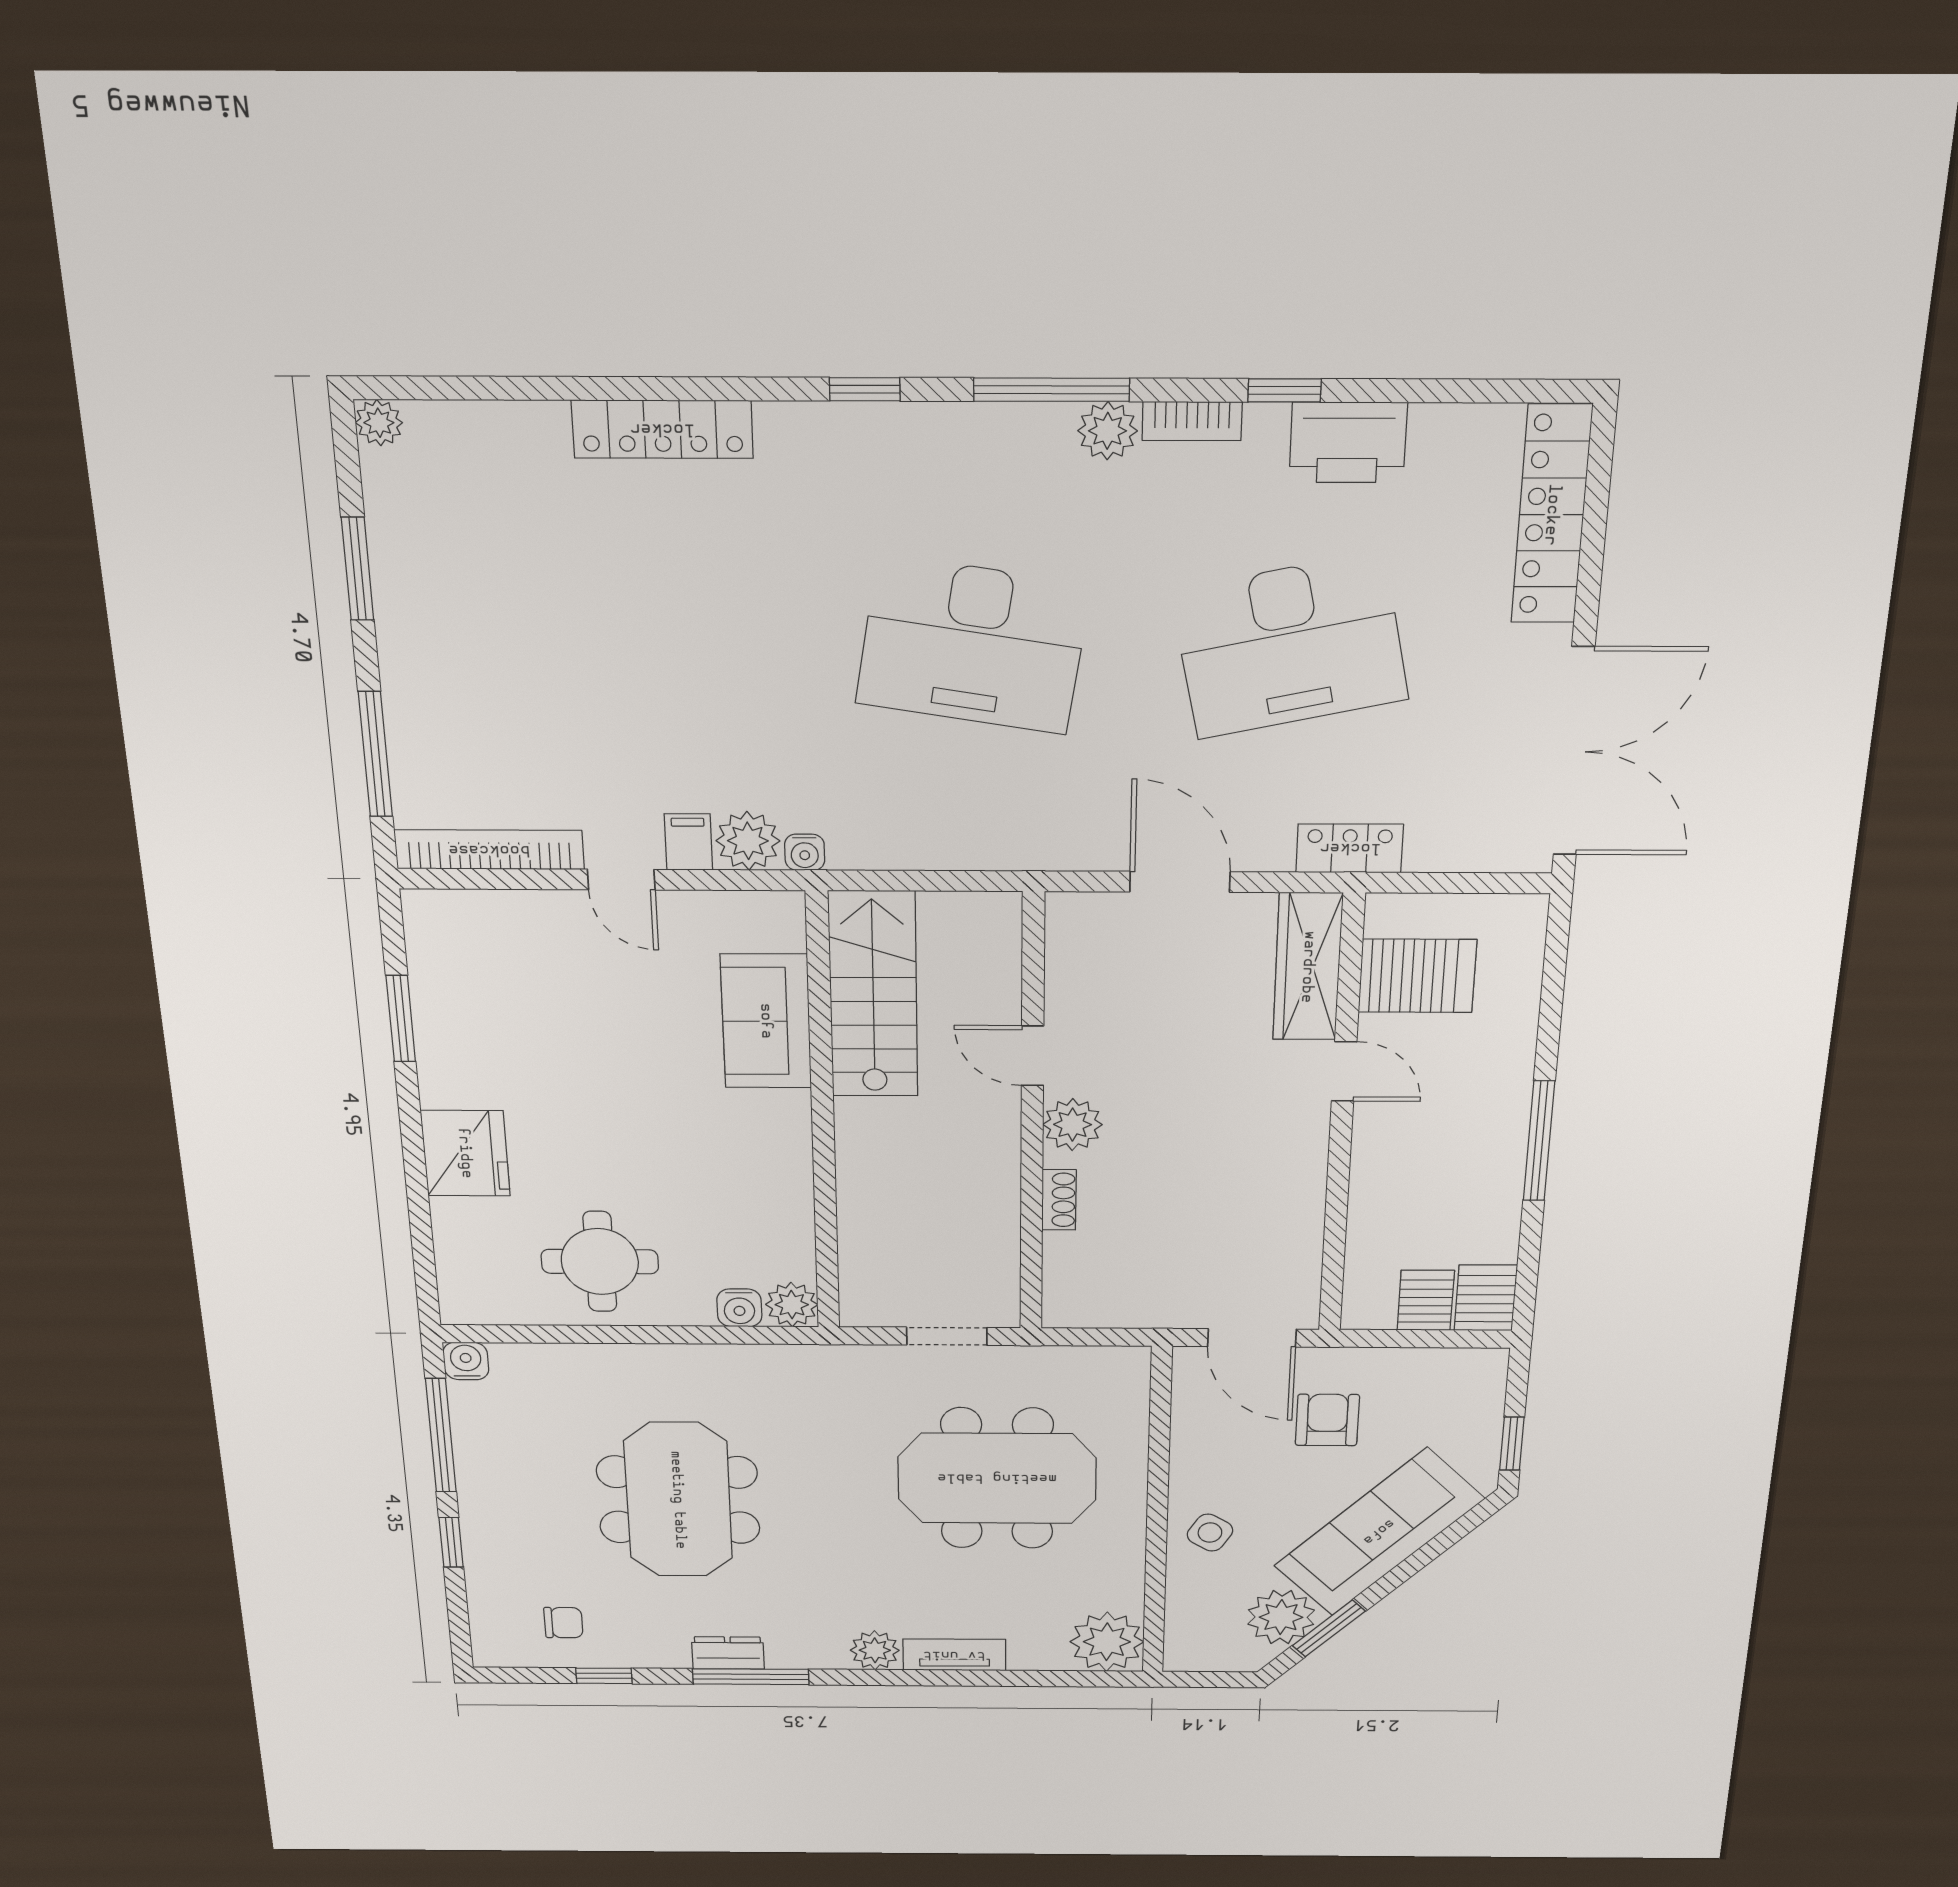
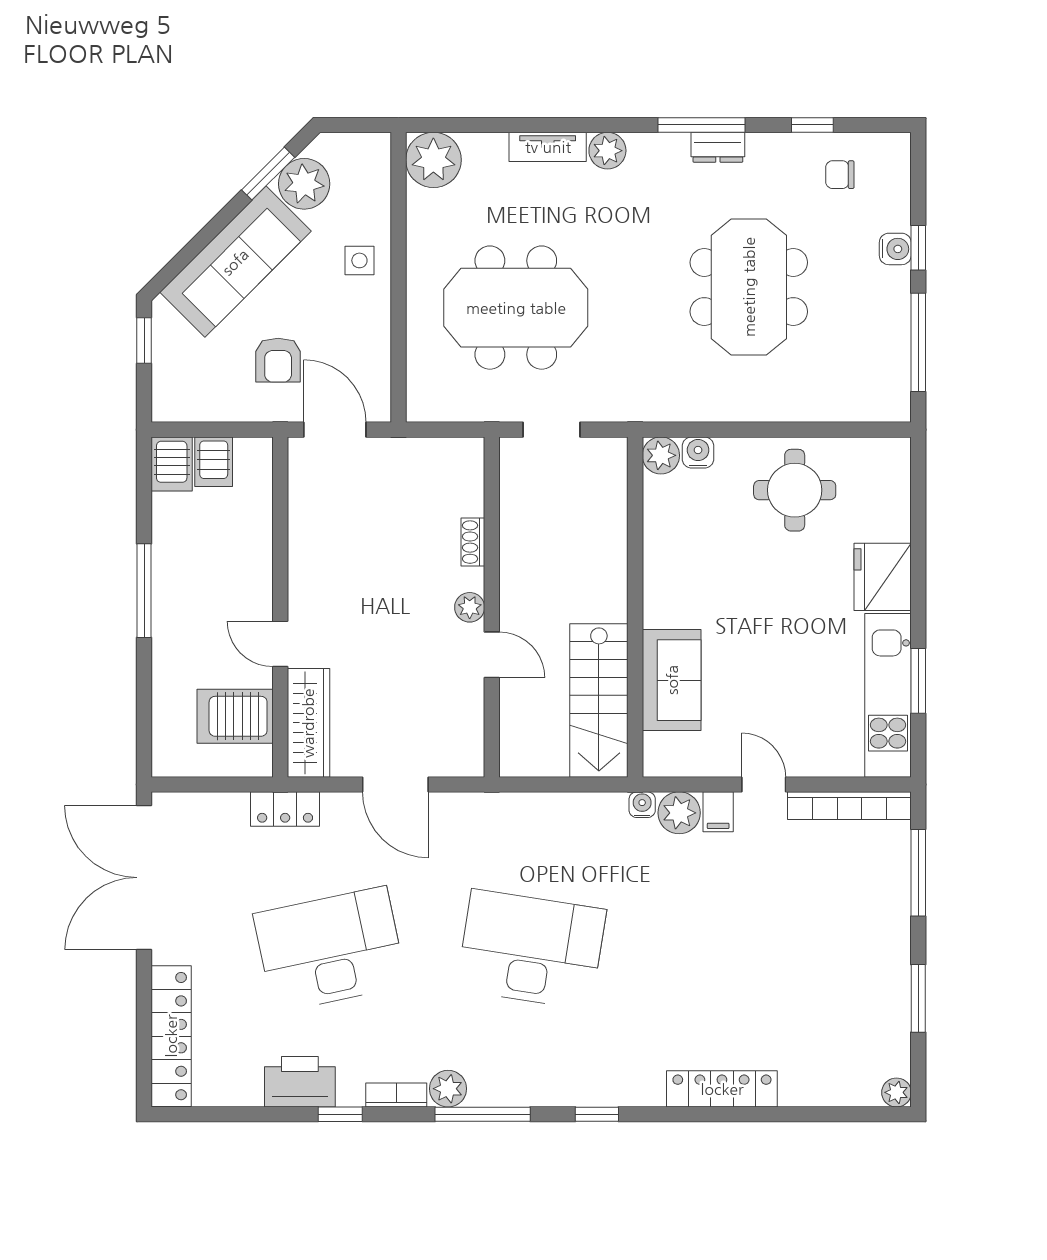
kitchen unit: (444, 1000) -> (888, 695), added
plant: (1073, 1125) -> (470, 607), width x0.73, depth x0.73
water cooler: (466, 1361) -> (895, 249), moved, turned -90
side table: (1210, 1533) -> (359, 260), turned -32

